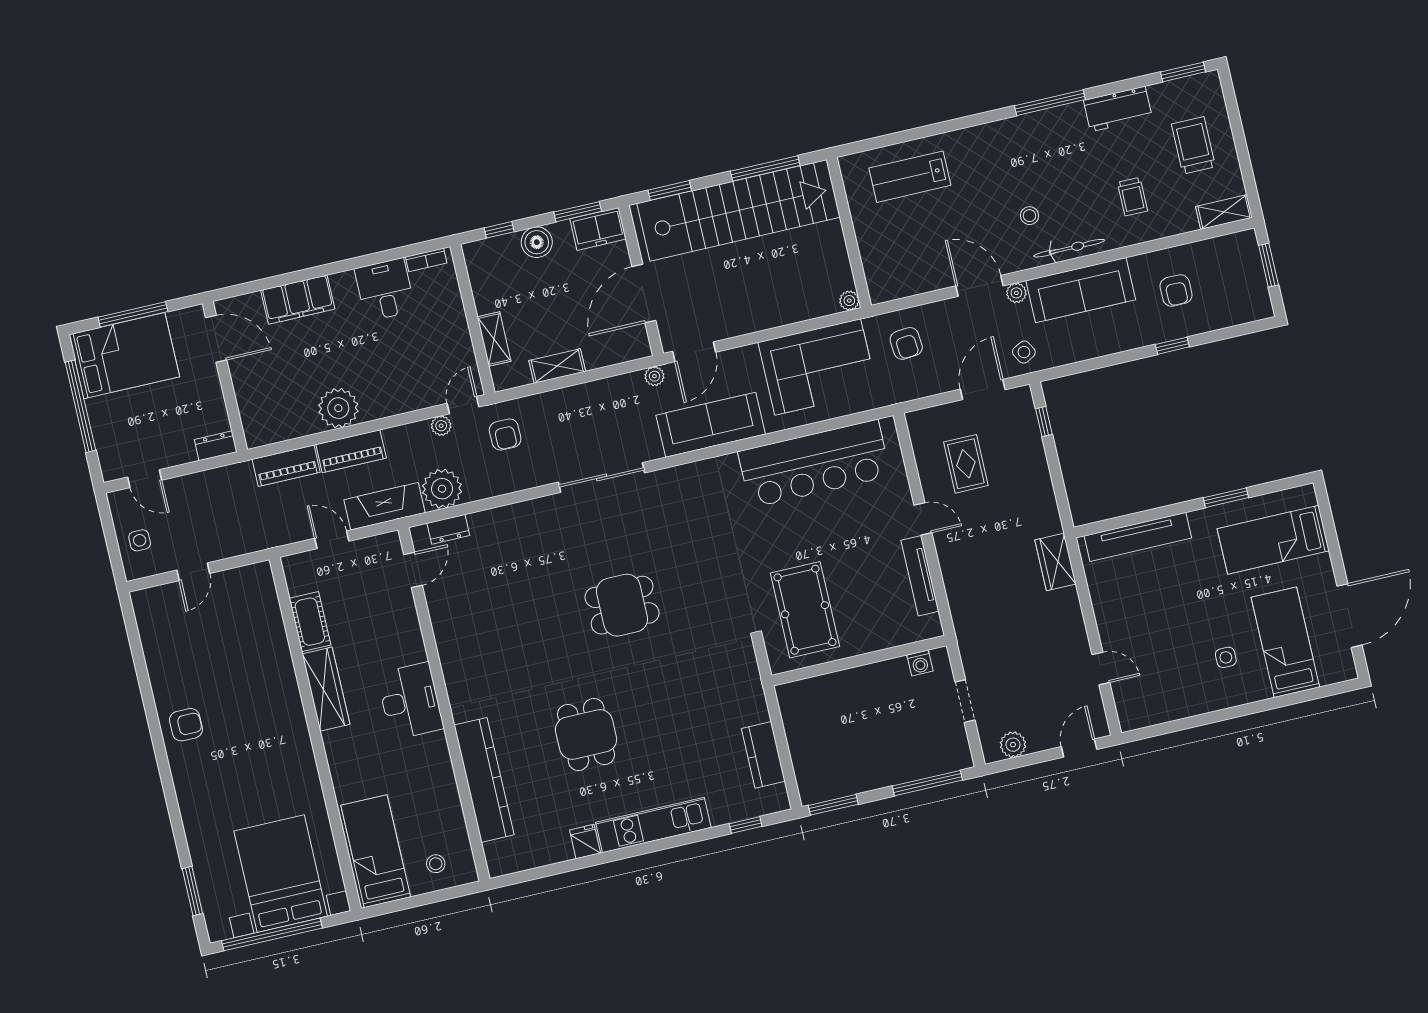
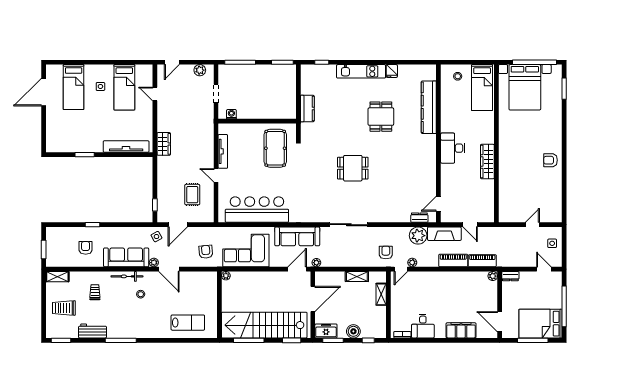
trolley: (1193, 145) -> (64, 308), turned 90
plant: (338, 408) -> (493, 276), moved, width x0.53, depth x0.53
bed: (1273, 540) -> (124, 87), moved, turned 90
cot: (310, 622) -> (488, 192), removed
kitchen counter: (763, 755) -> (307, 109), moved

